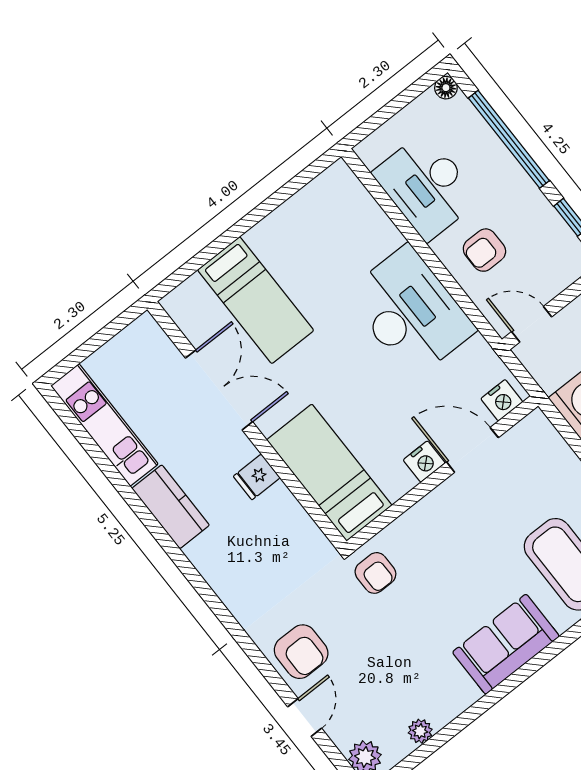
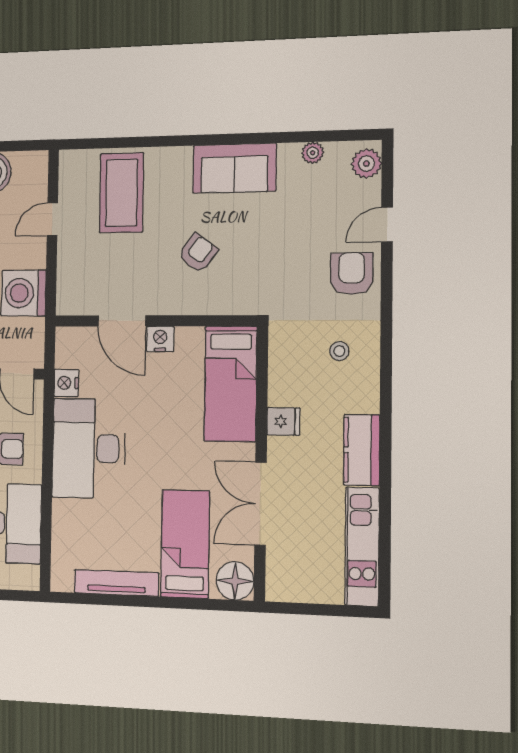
tv unit: (288, 215) -> (116, 583), added
floor lamp: (187, 305) -> (235, 581), added
nightstand: (502, 400) -> (66, 383), moved, turned -90
armchair: (375, 573) -> (198, 253), moved, turned 37
stool: (258, 576) -> (339, 351), added
sofa: (506, 644) -> (234, 168), moved

